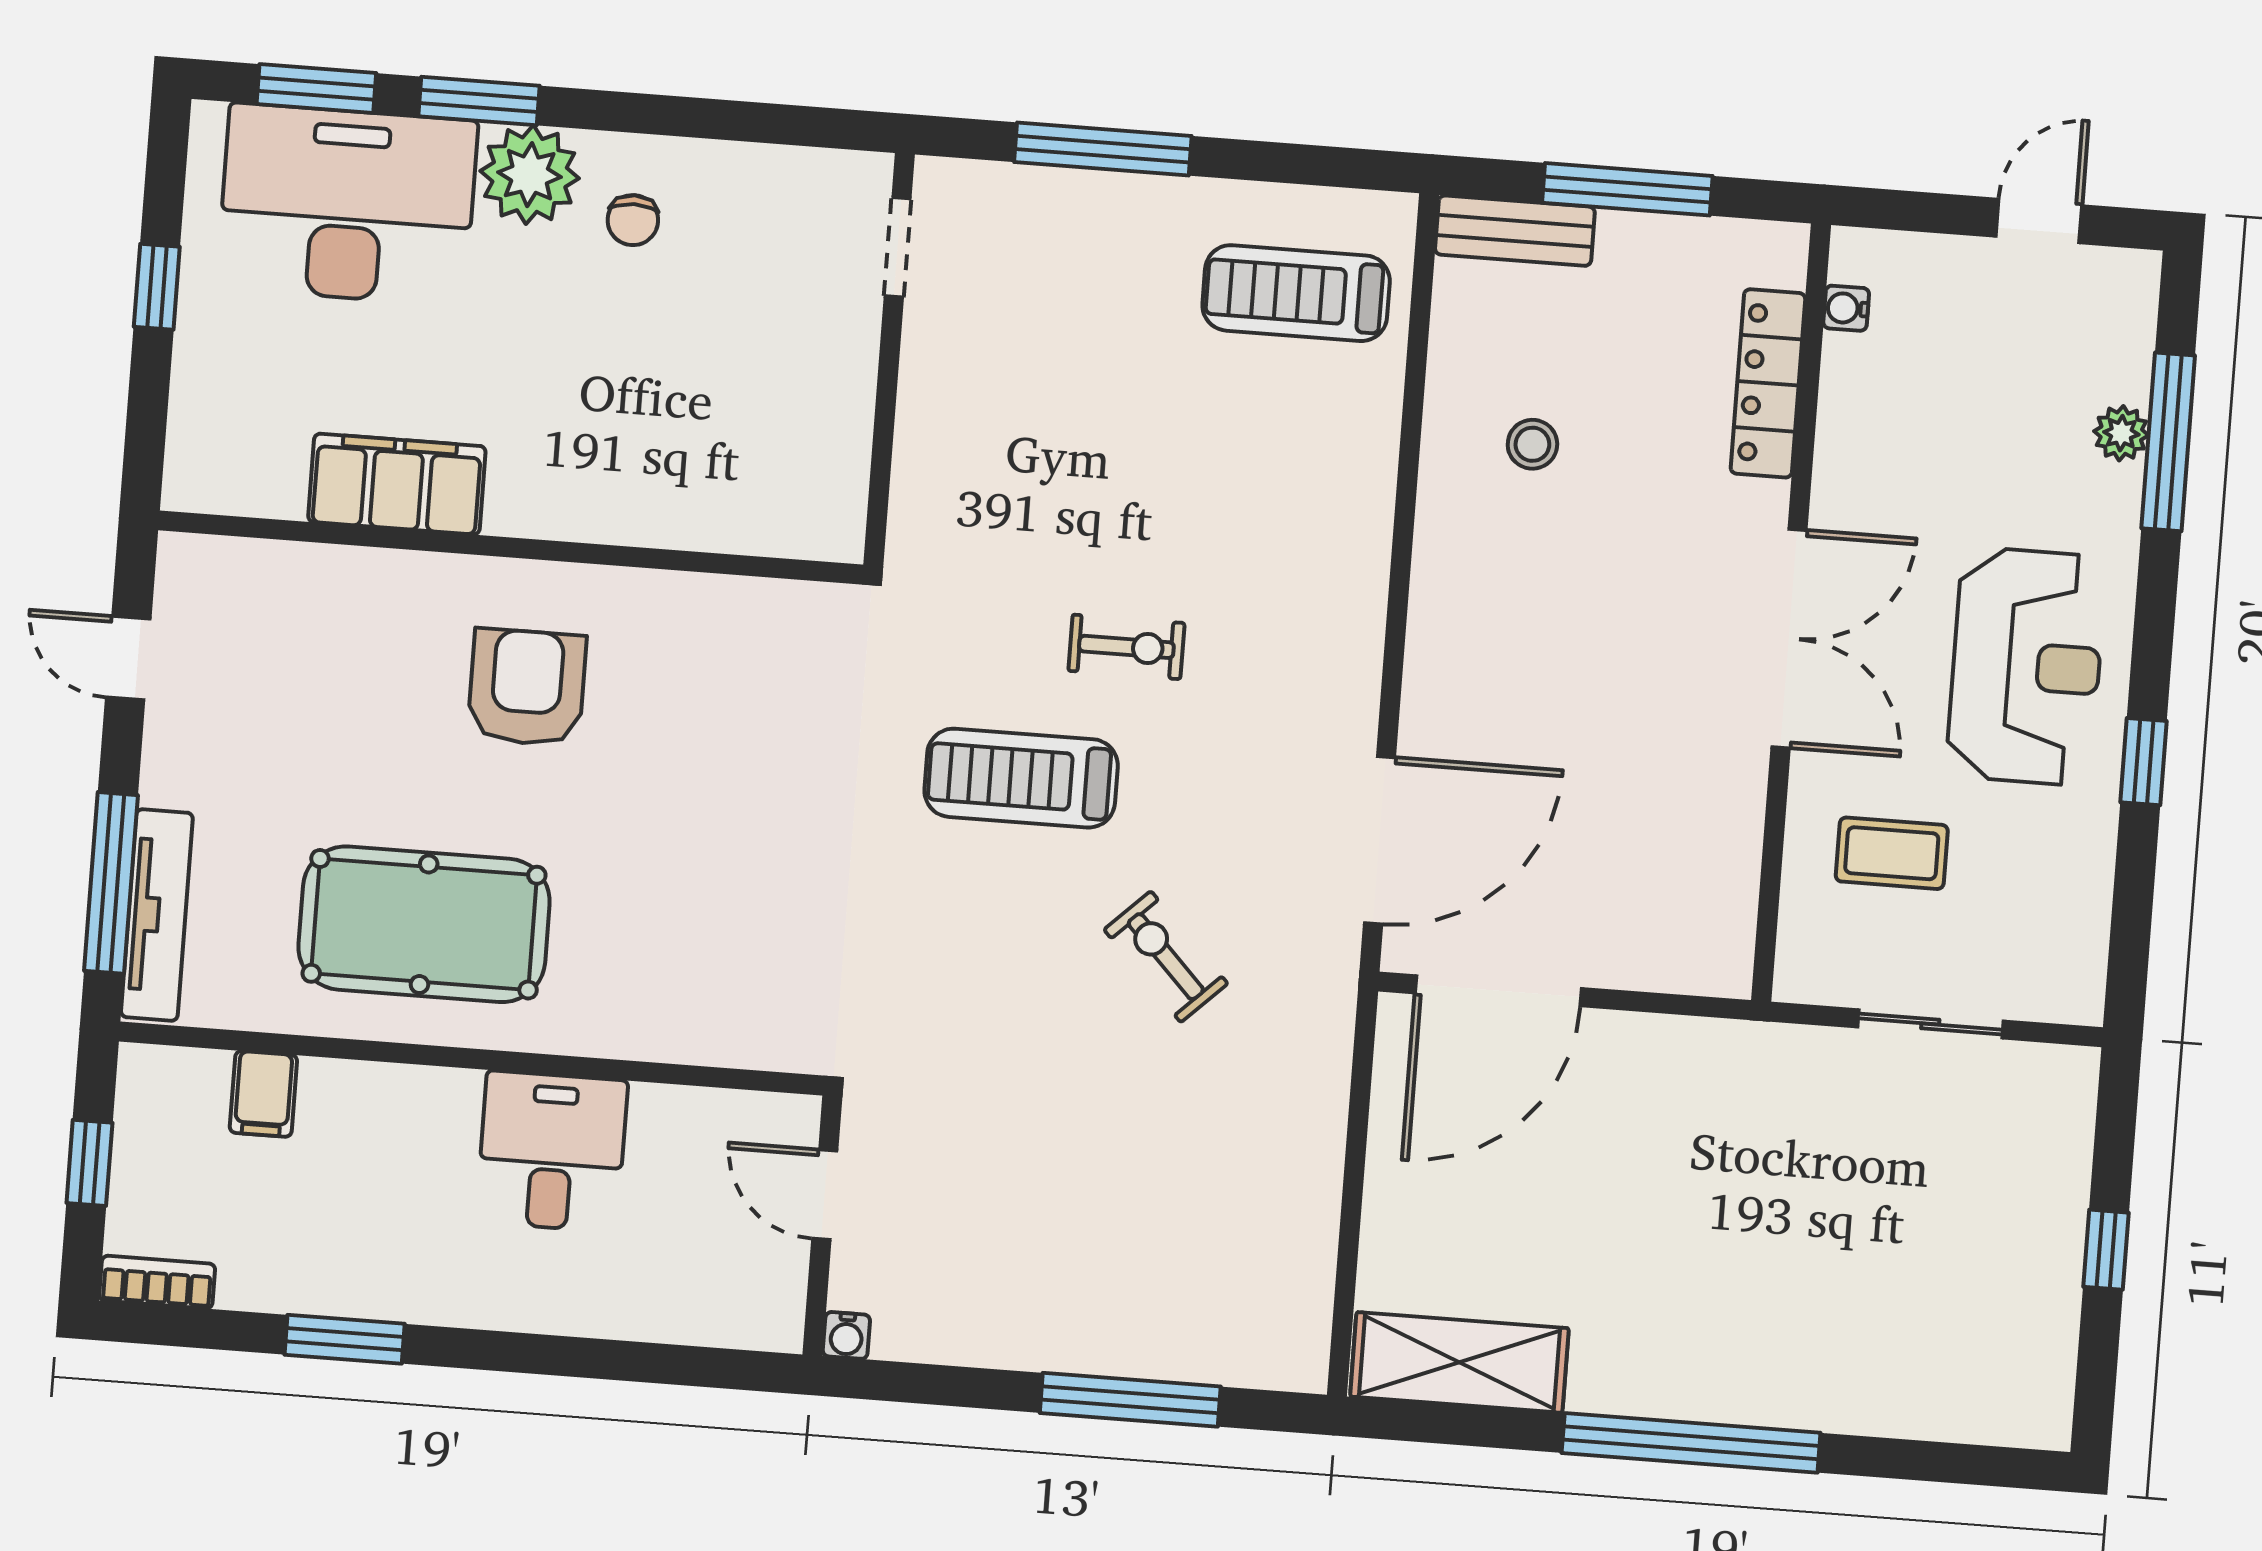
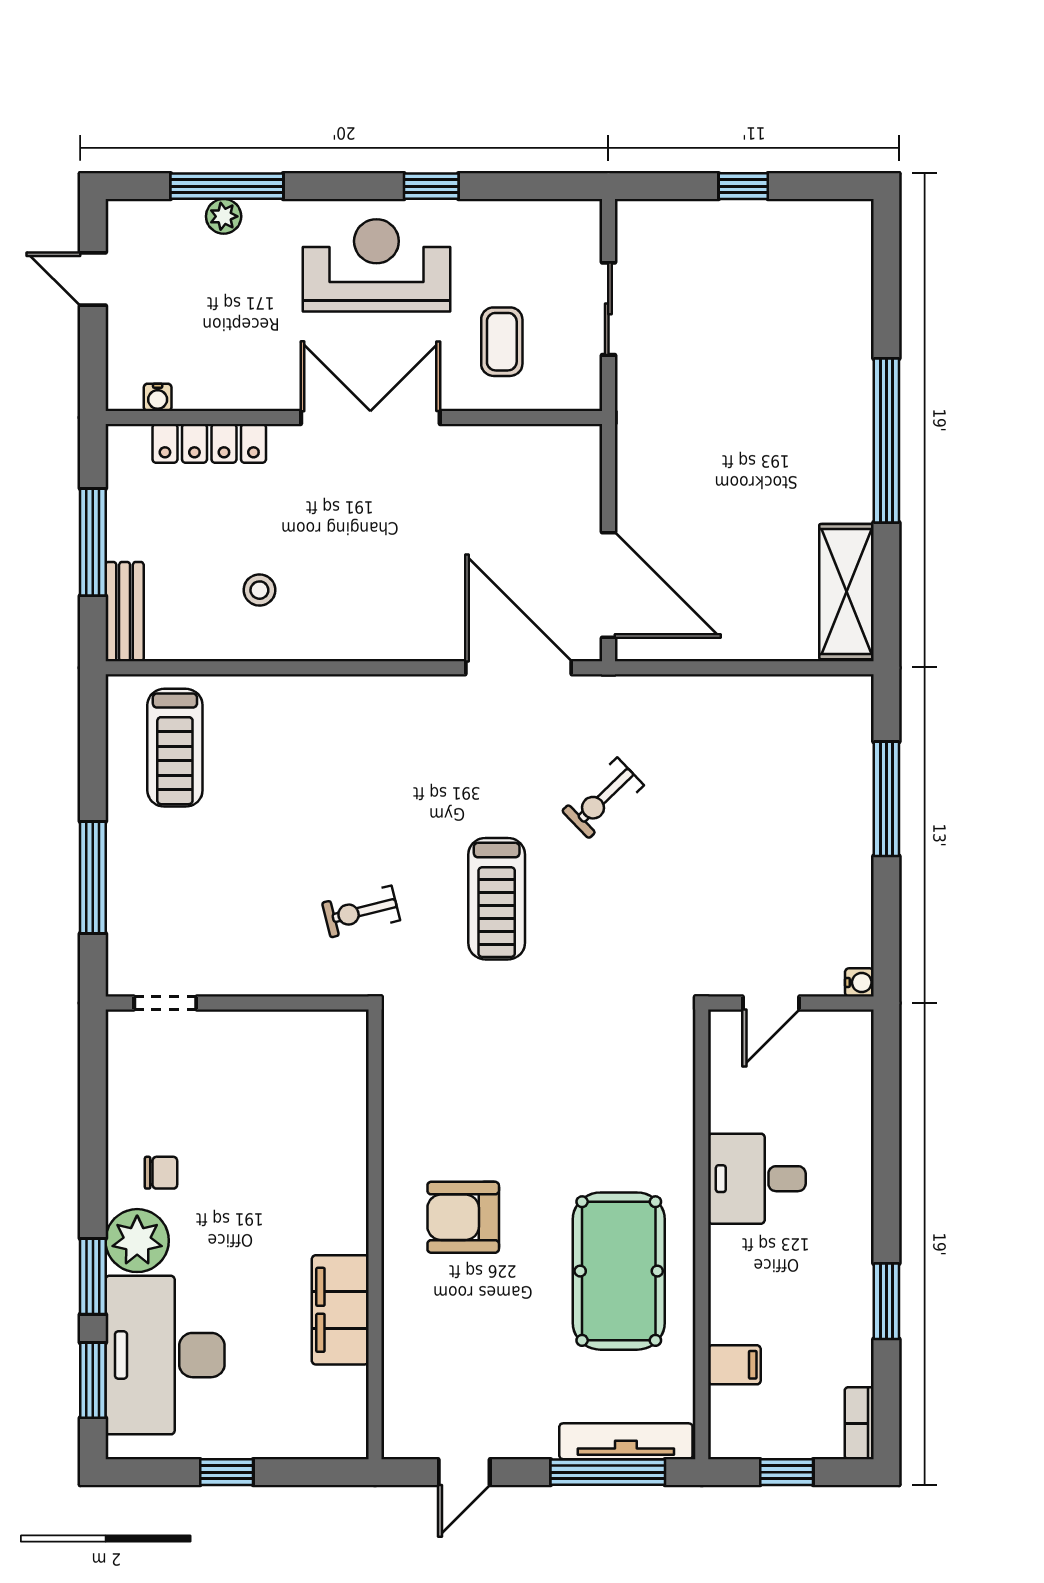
exercise bike: (1126, 647) -> (361, 911), moved, turned -104

